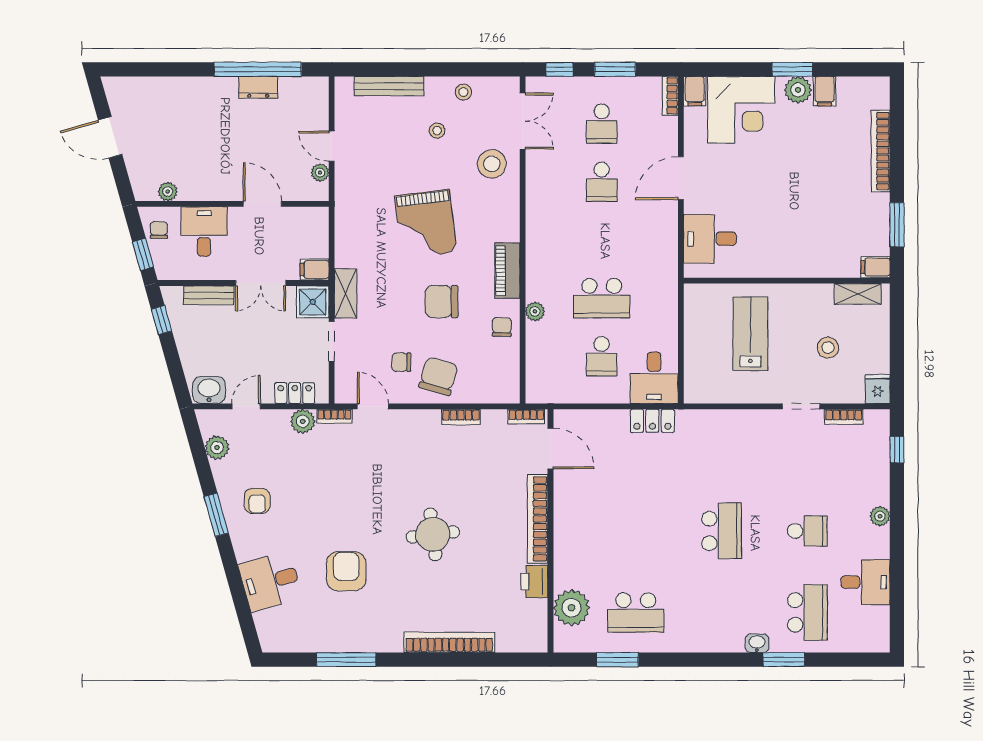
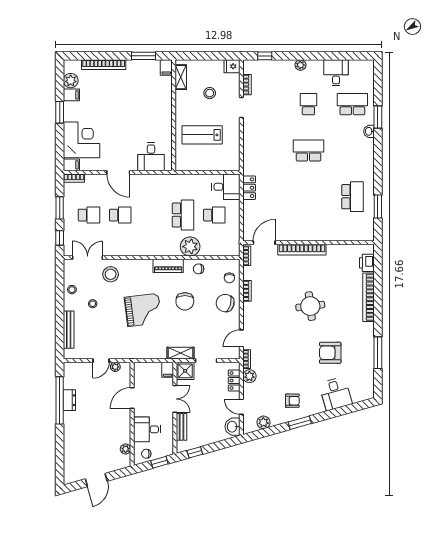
plant: (798, 90) -> (71, 81), moved
plant: (535, 311) -> (190, 247), width x1.88, depth x1.88
chair: (401, 362) -> (229, 278), moved
printer: (534, 582) -> (367, 263), moved, turned 90
plant: (572, 608) -> (350, 231), removed

